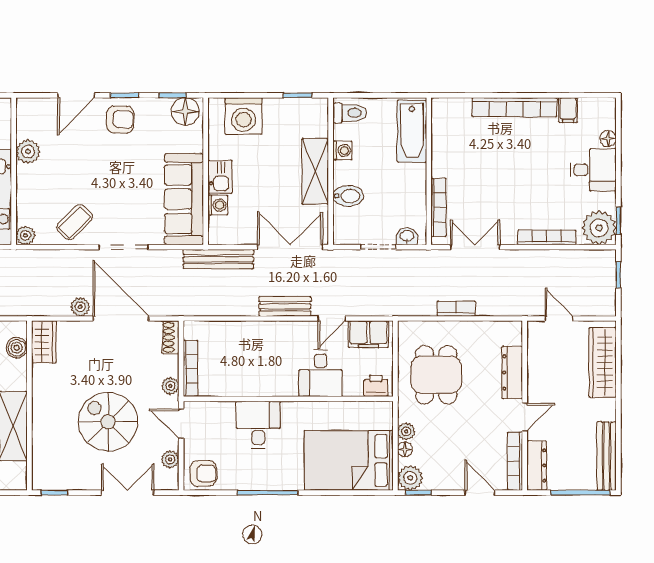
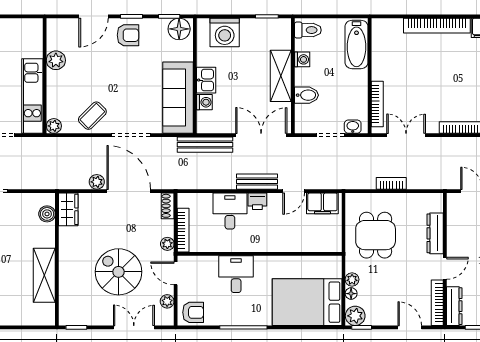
desk: (321, 373) -> (230, 211), moved, turned 180
printer: (376, 386) -> (257, 201), moved, turned 180

